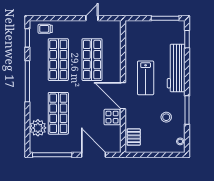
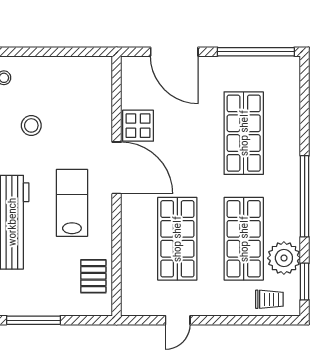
plant: (38, 128) -> (284, 258), moved
pallet: (134, 137) -> (93, 276), moved

